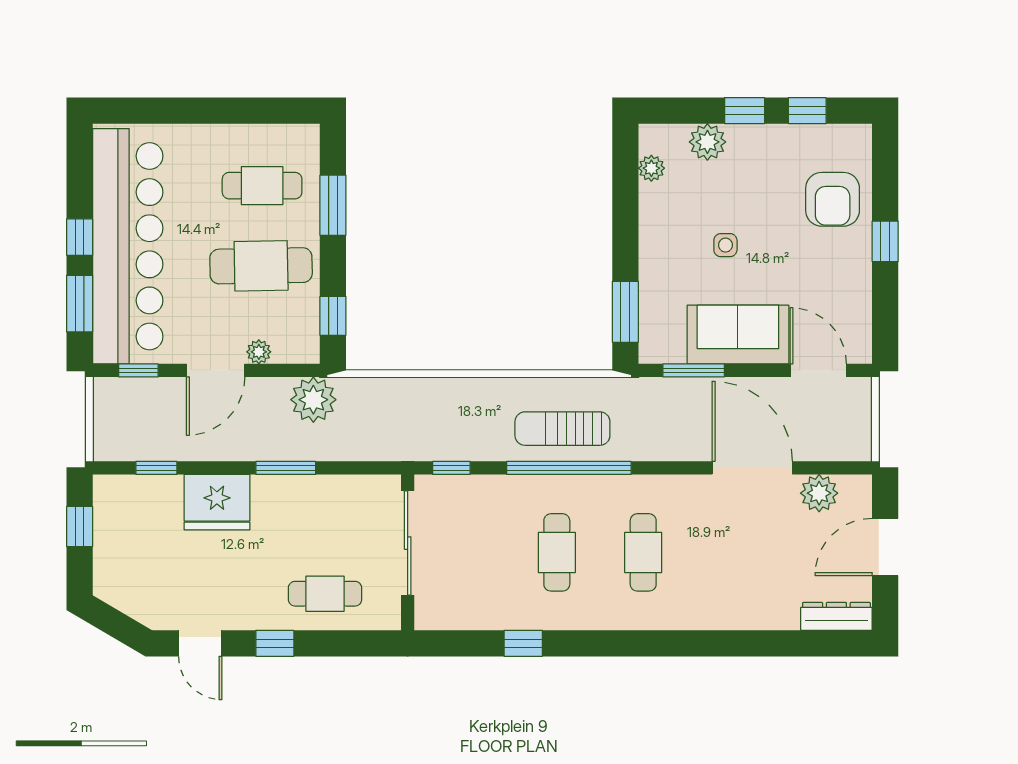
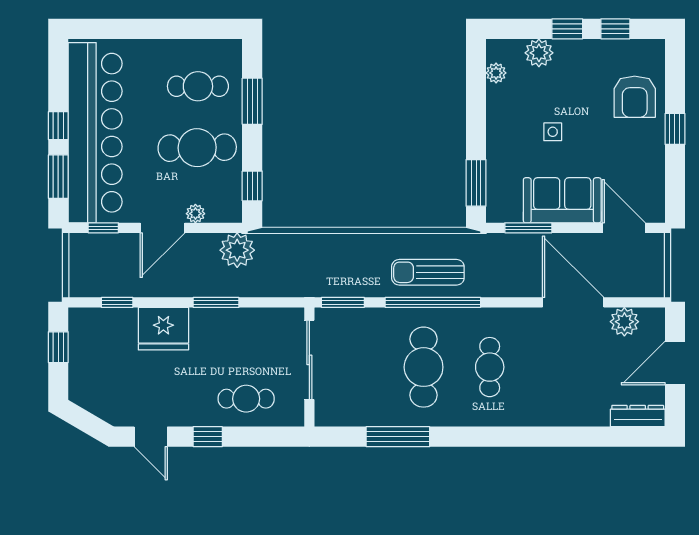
window: (451, 468) -> (343, 302), width x1.50
cafe table: (557, 552) -> (424, 367), width x1.37, depth x1.35
window: (523, 643) -> (398, 437), width x2.17

